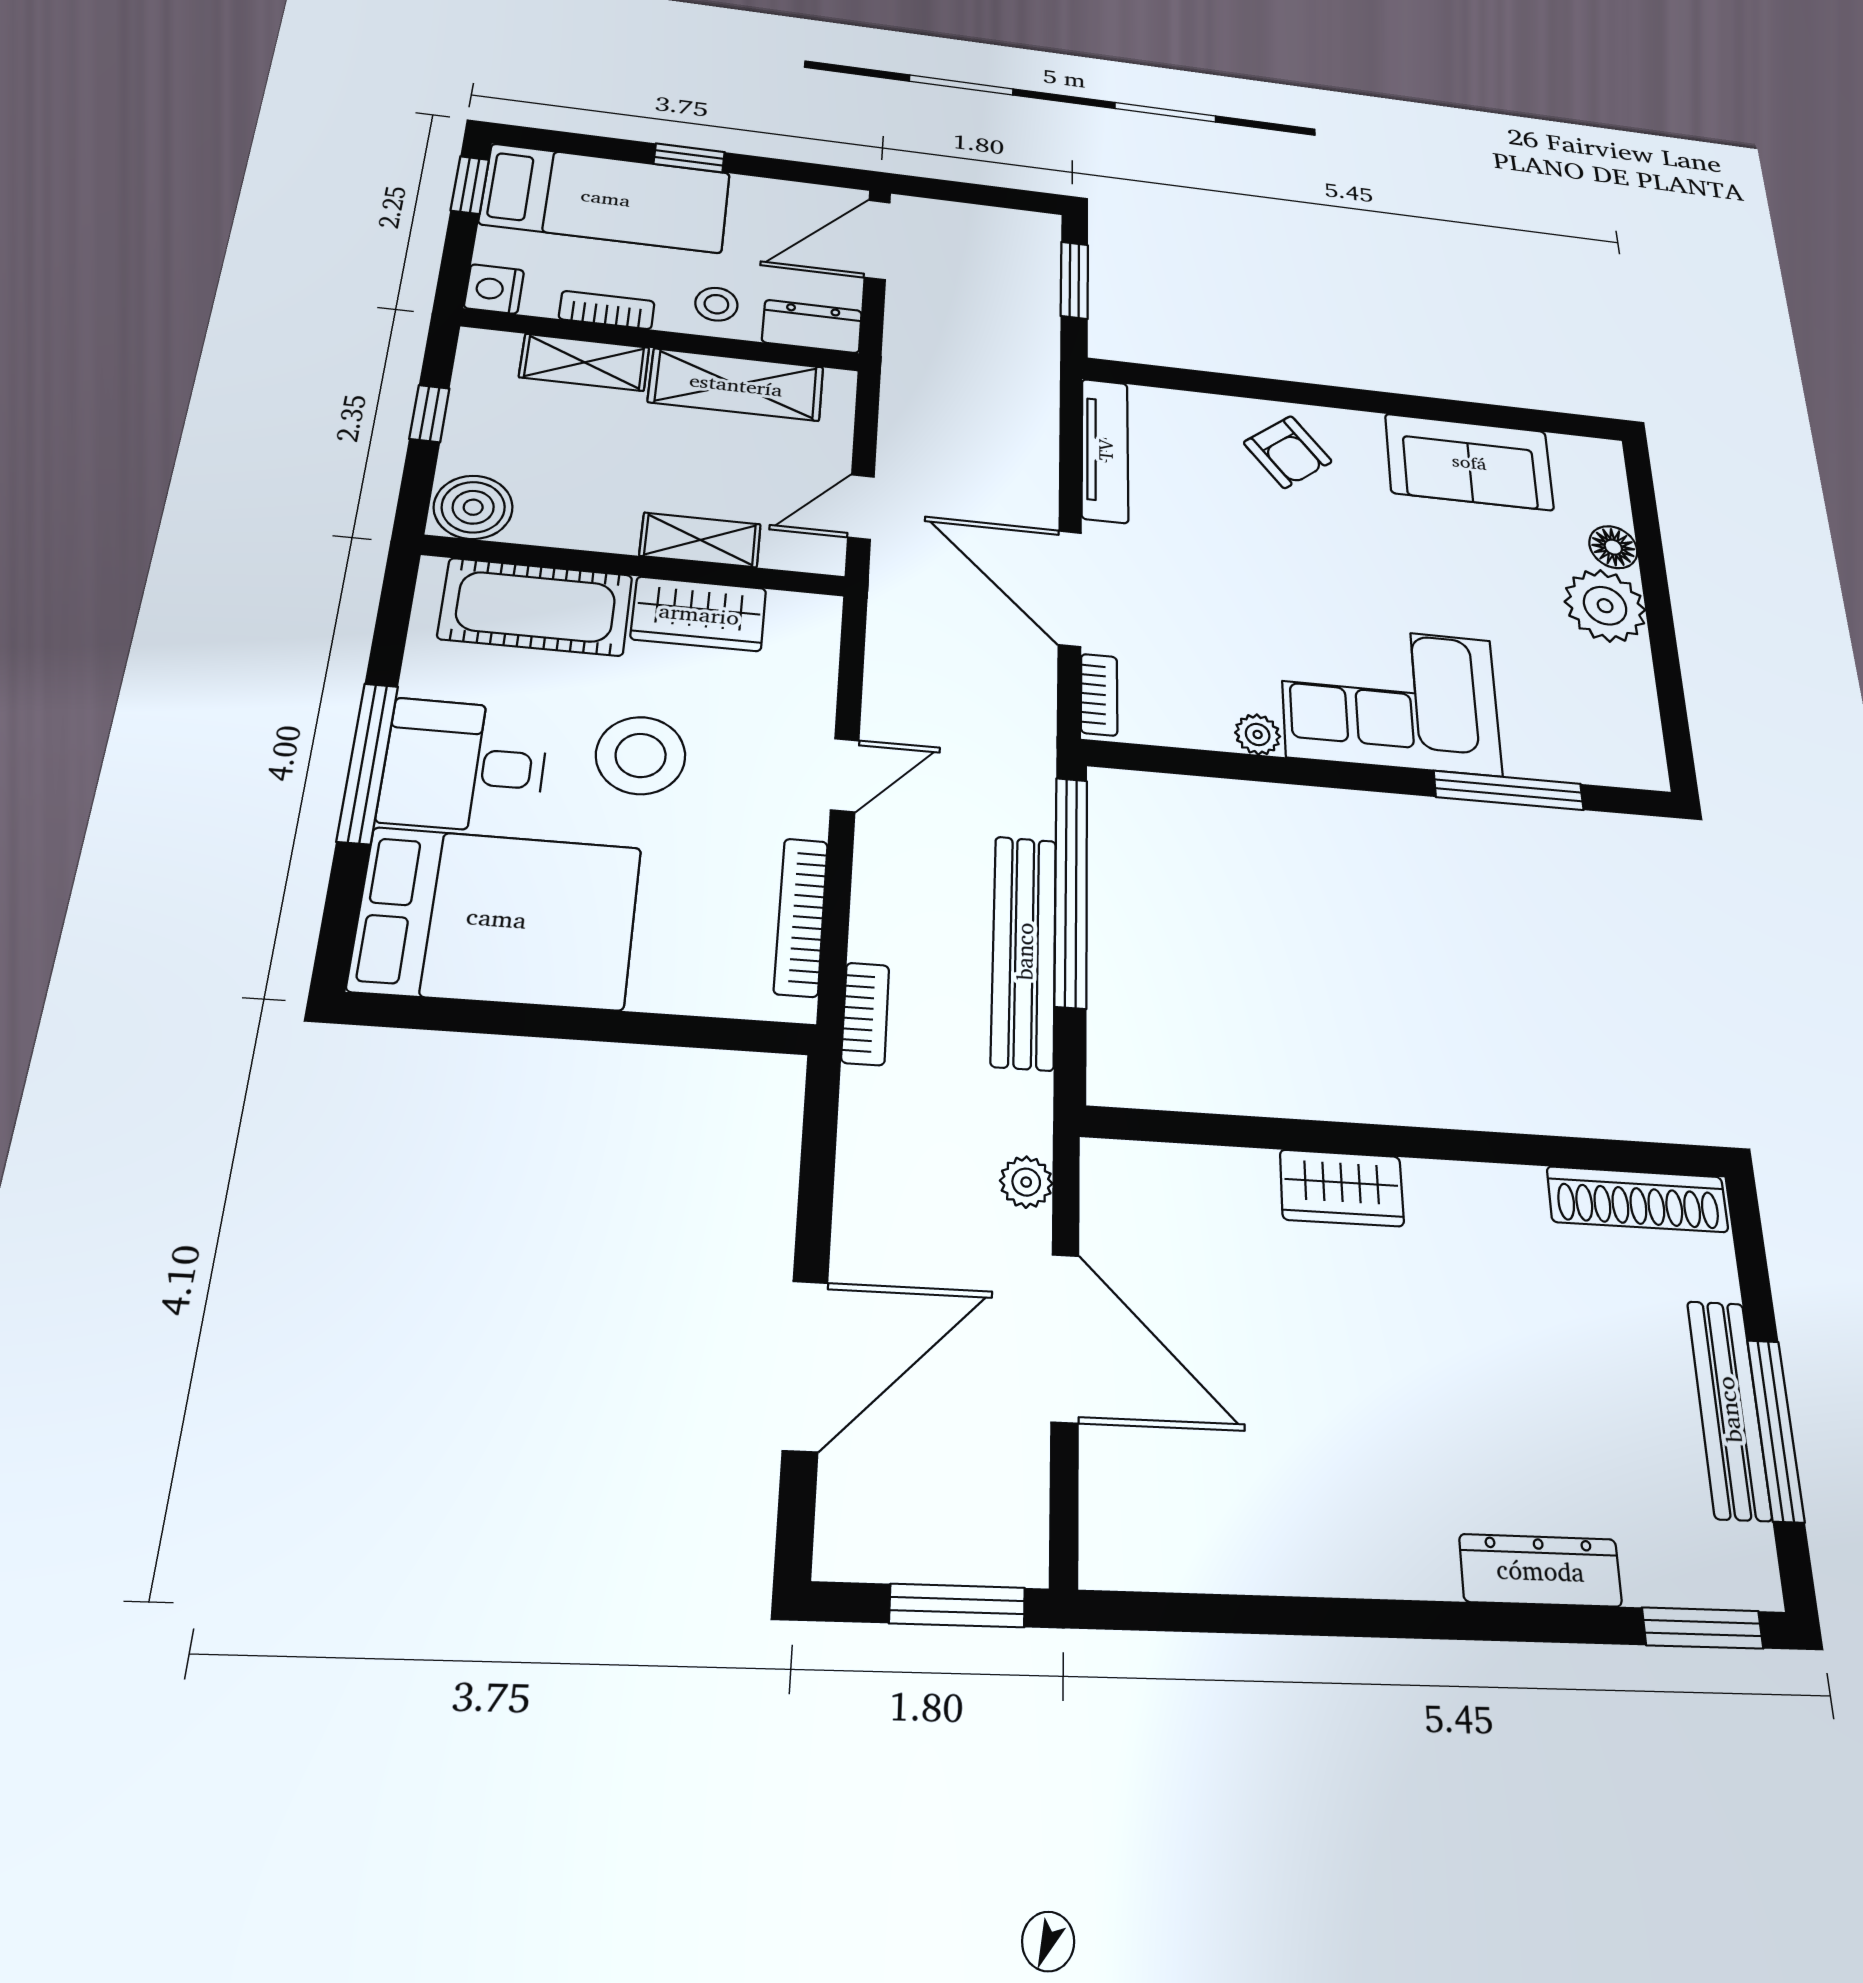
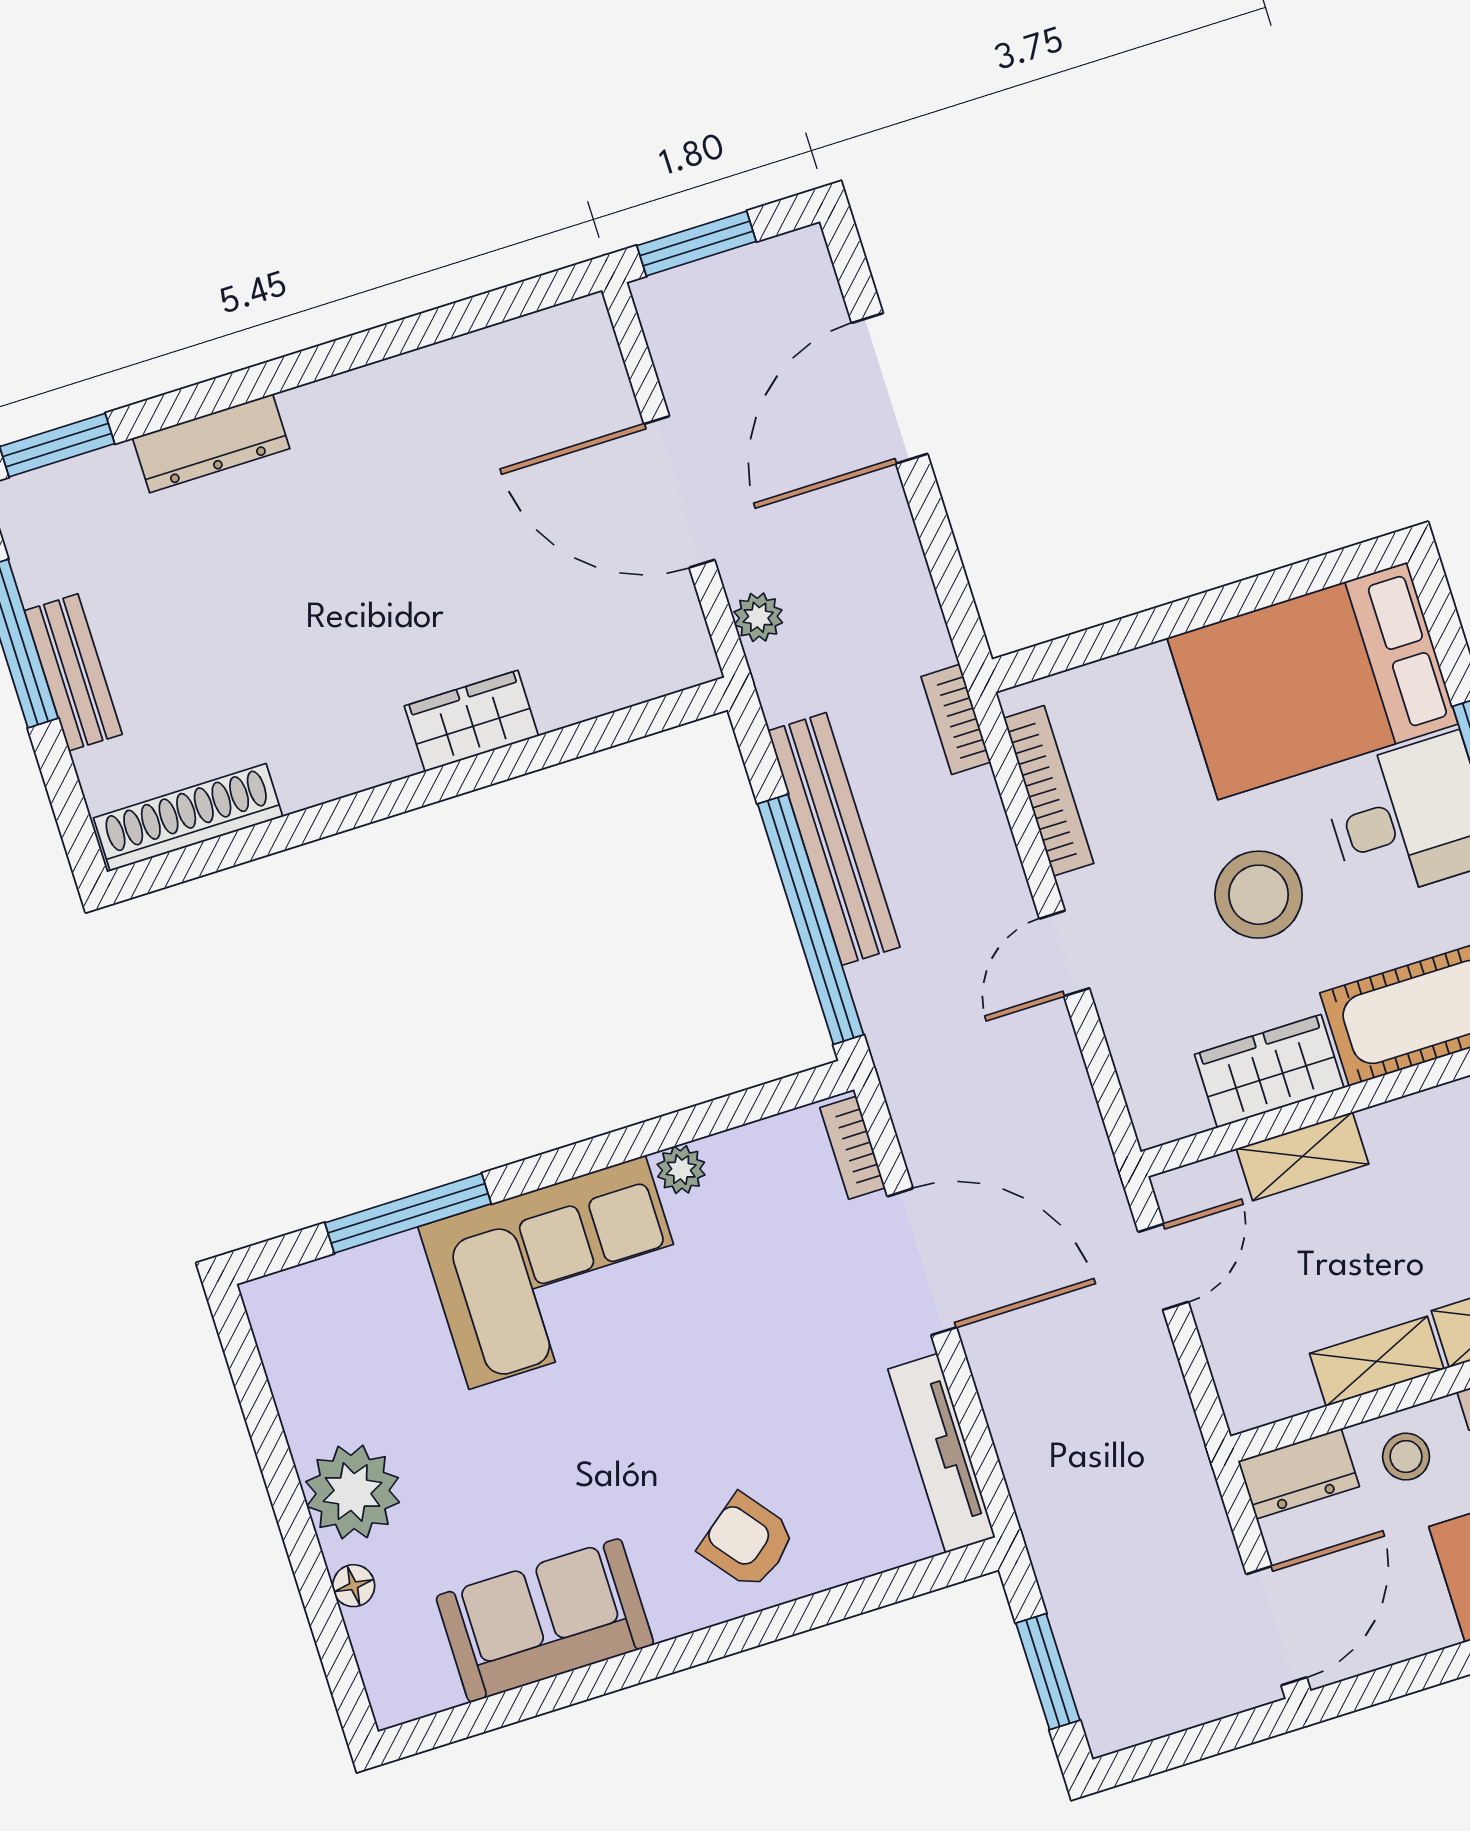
shelving: (736, 385) -> (1377, 1361), width x0.67, depth x0.75
floor lamp: (1613, 547) -> (354, 1586), width x0.73, depth x0.73
bench: (1729, 1409) -> (73, 672), width x0.73

